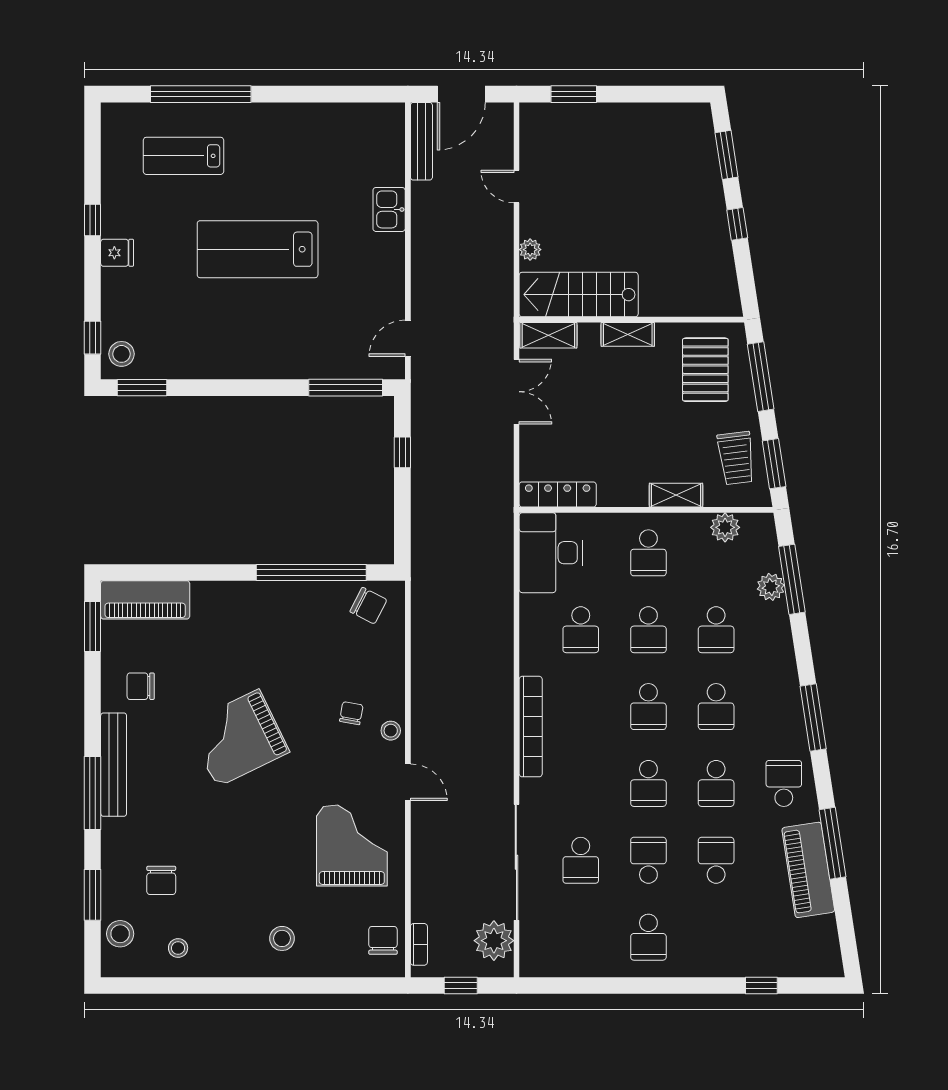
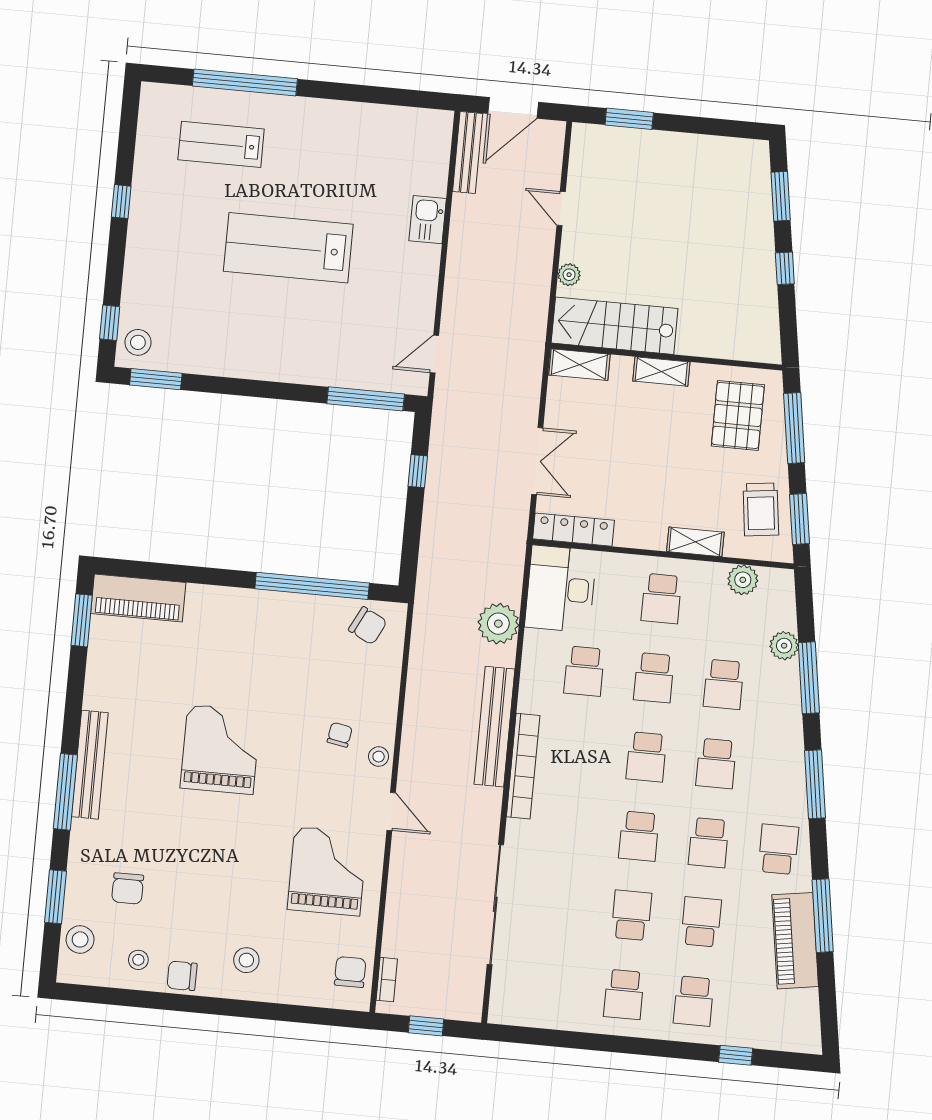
fridge: (117, 253) -> (143, 238), removed
double door: (516, 392) -> (537, 461), moved
window: (792, 579) -> (809, 678), moved
chair: (141, 686) -> (182, 976), moved
bench: (500, 691) -> (494, 727), added
grand piano: (238, 738) -> (220, 749), turned 116
school desk: (581, 860) -> (694, 1001), moved
plant: (494, 941) -> (498, 624), moved

